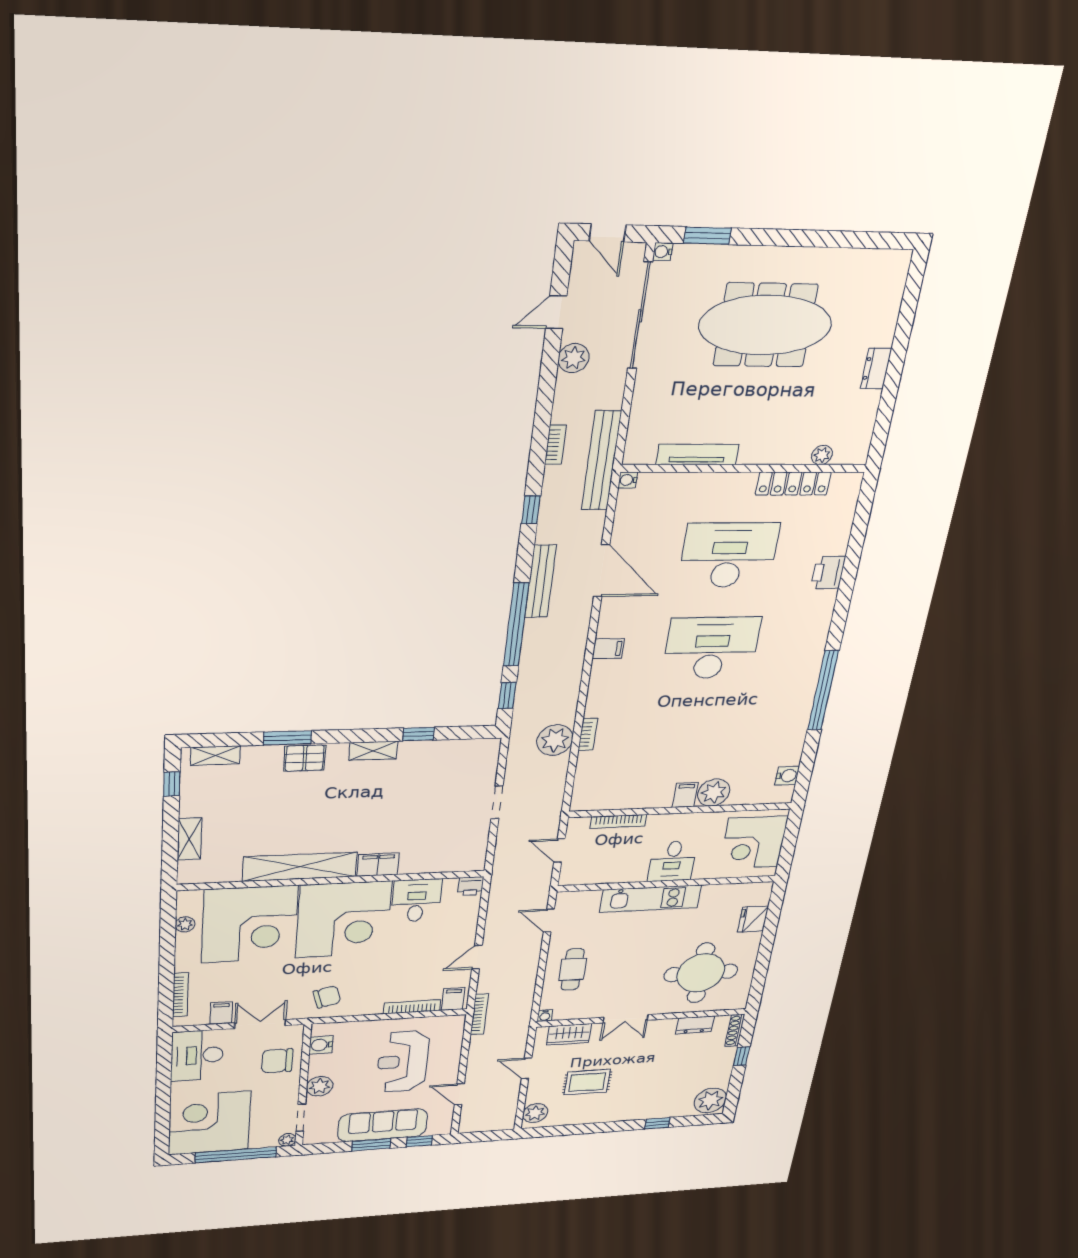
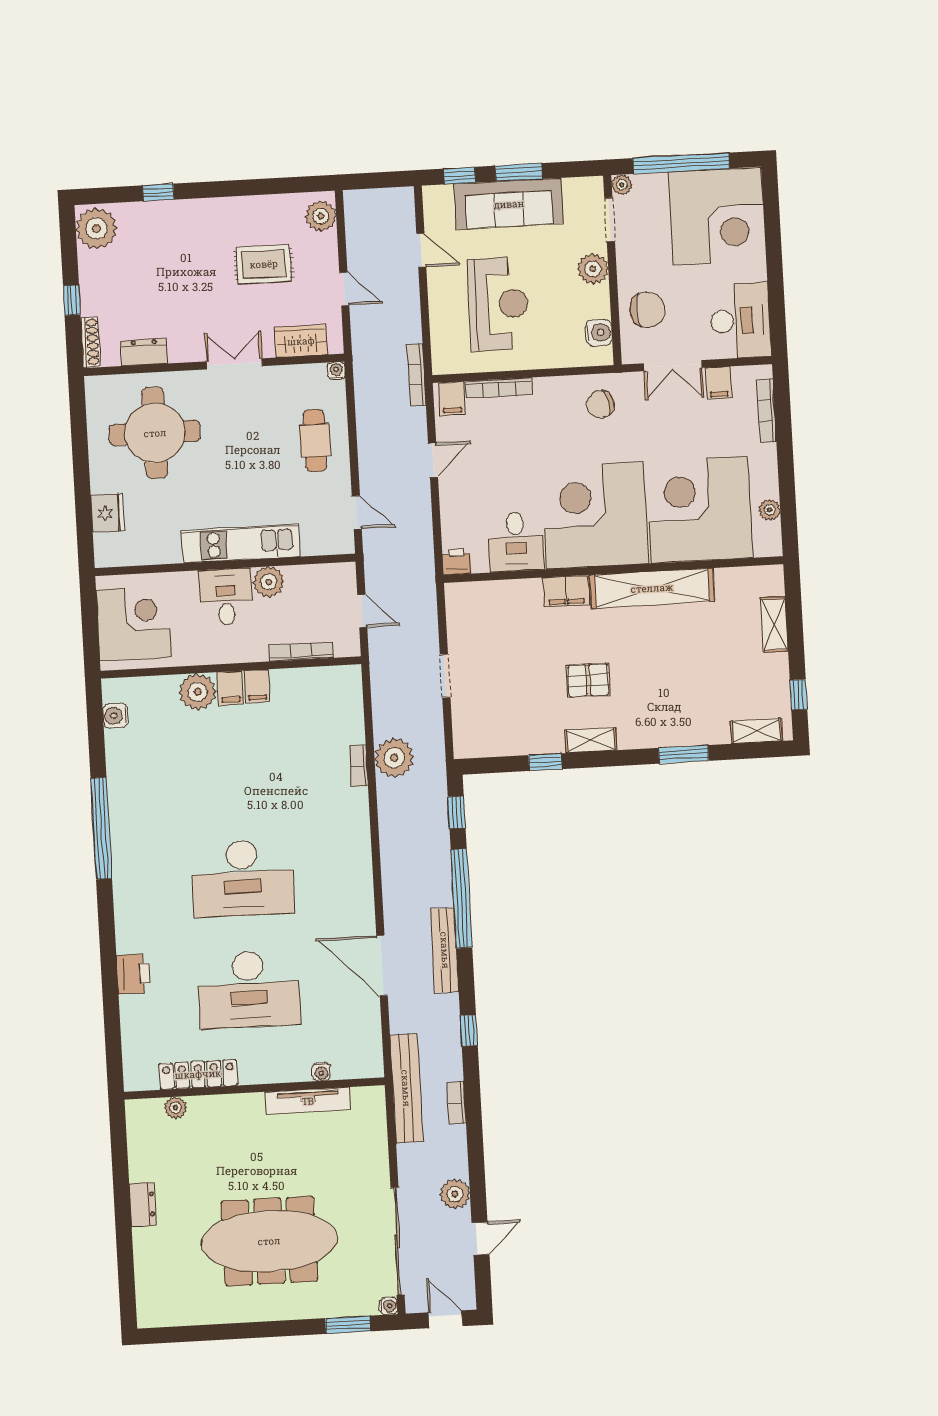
water cooler: (628, 480) -> (321, 1072), moved, turned 90
filing cabinet: (608, 649) -> (257, 686), moved, turned -90
pallet: (305, 758) -> (588, 680), moved
plant: (634, 872) -> (269, 582), added

